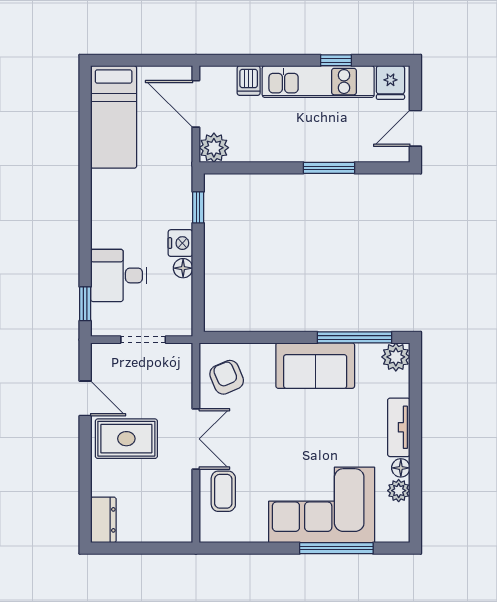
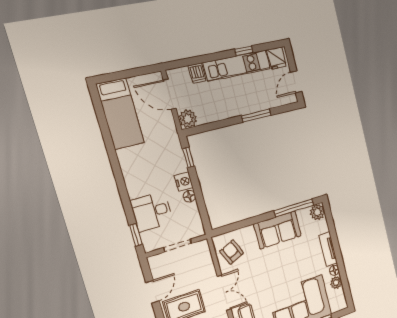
door: (85, 398) -> (152, 292), hinge flipped

